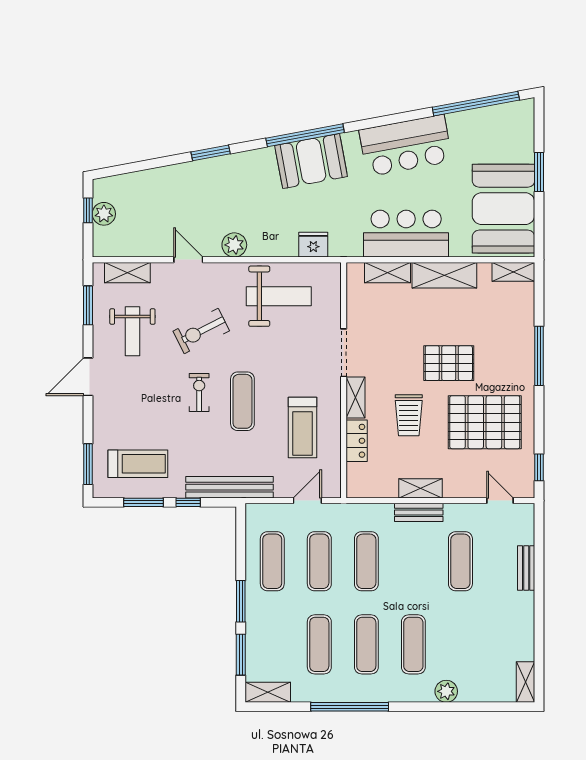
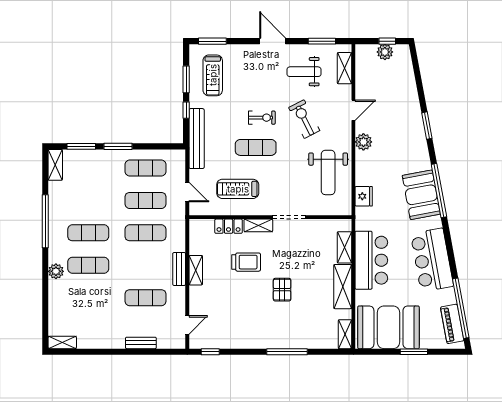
piano: (499, 116) -> (452, 324), added
pallet: (449, 363) -> (282, 290), width x0.67, depth x0.71
trolley: (409, 415) -> (246, 262), turned 180
pallet: (485, 422) -> (241, 314), removed
exercise mat: (319, 644) -> (88, 200), removed
plant: (446, 691) -> (56, 271), moved

